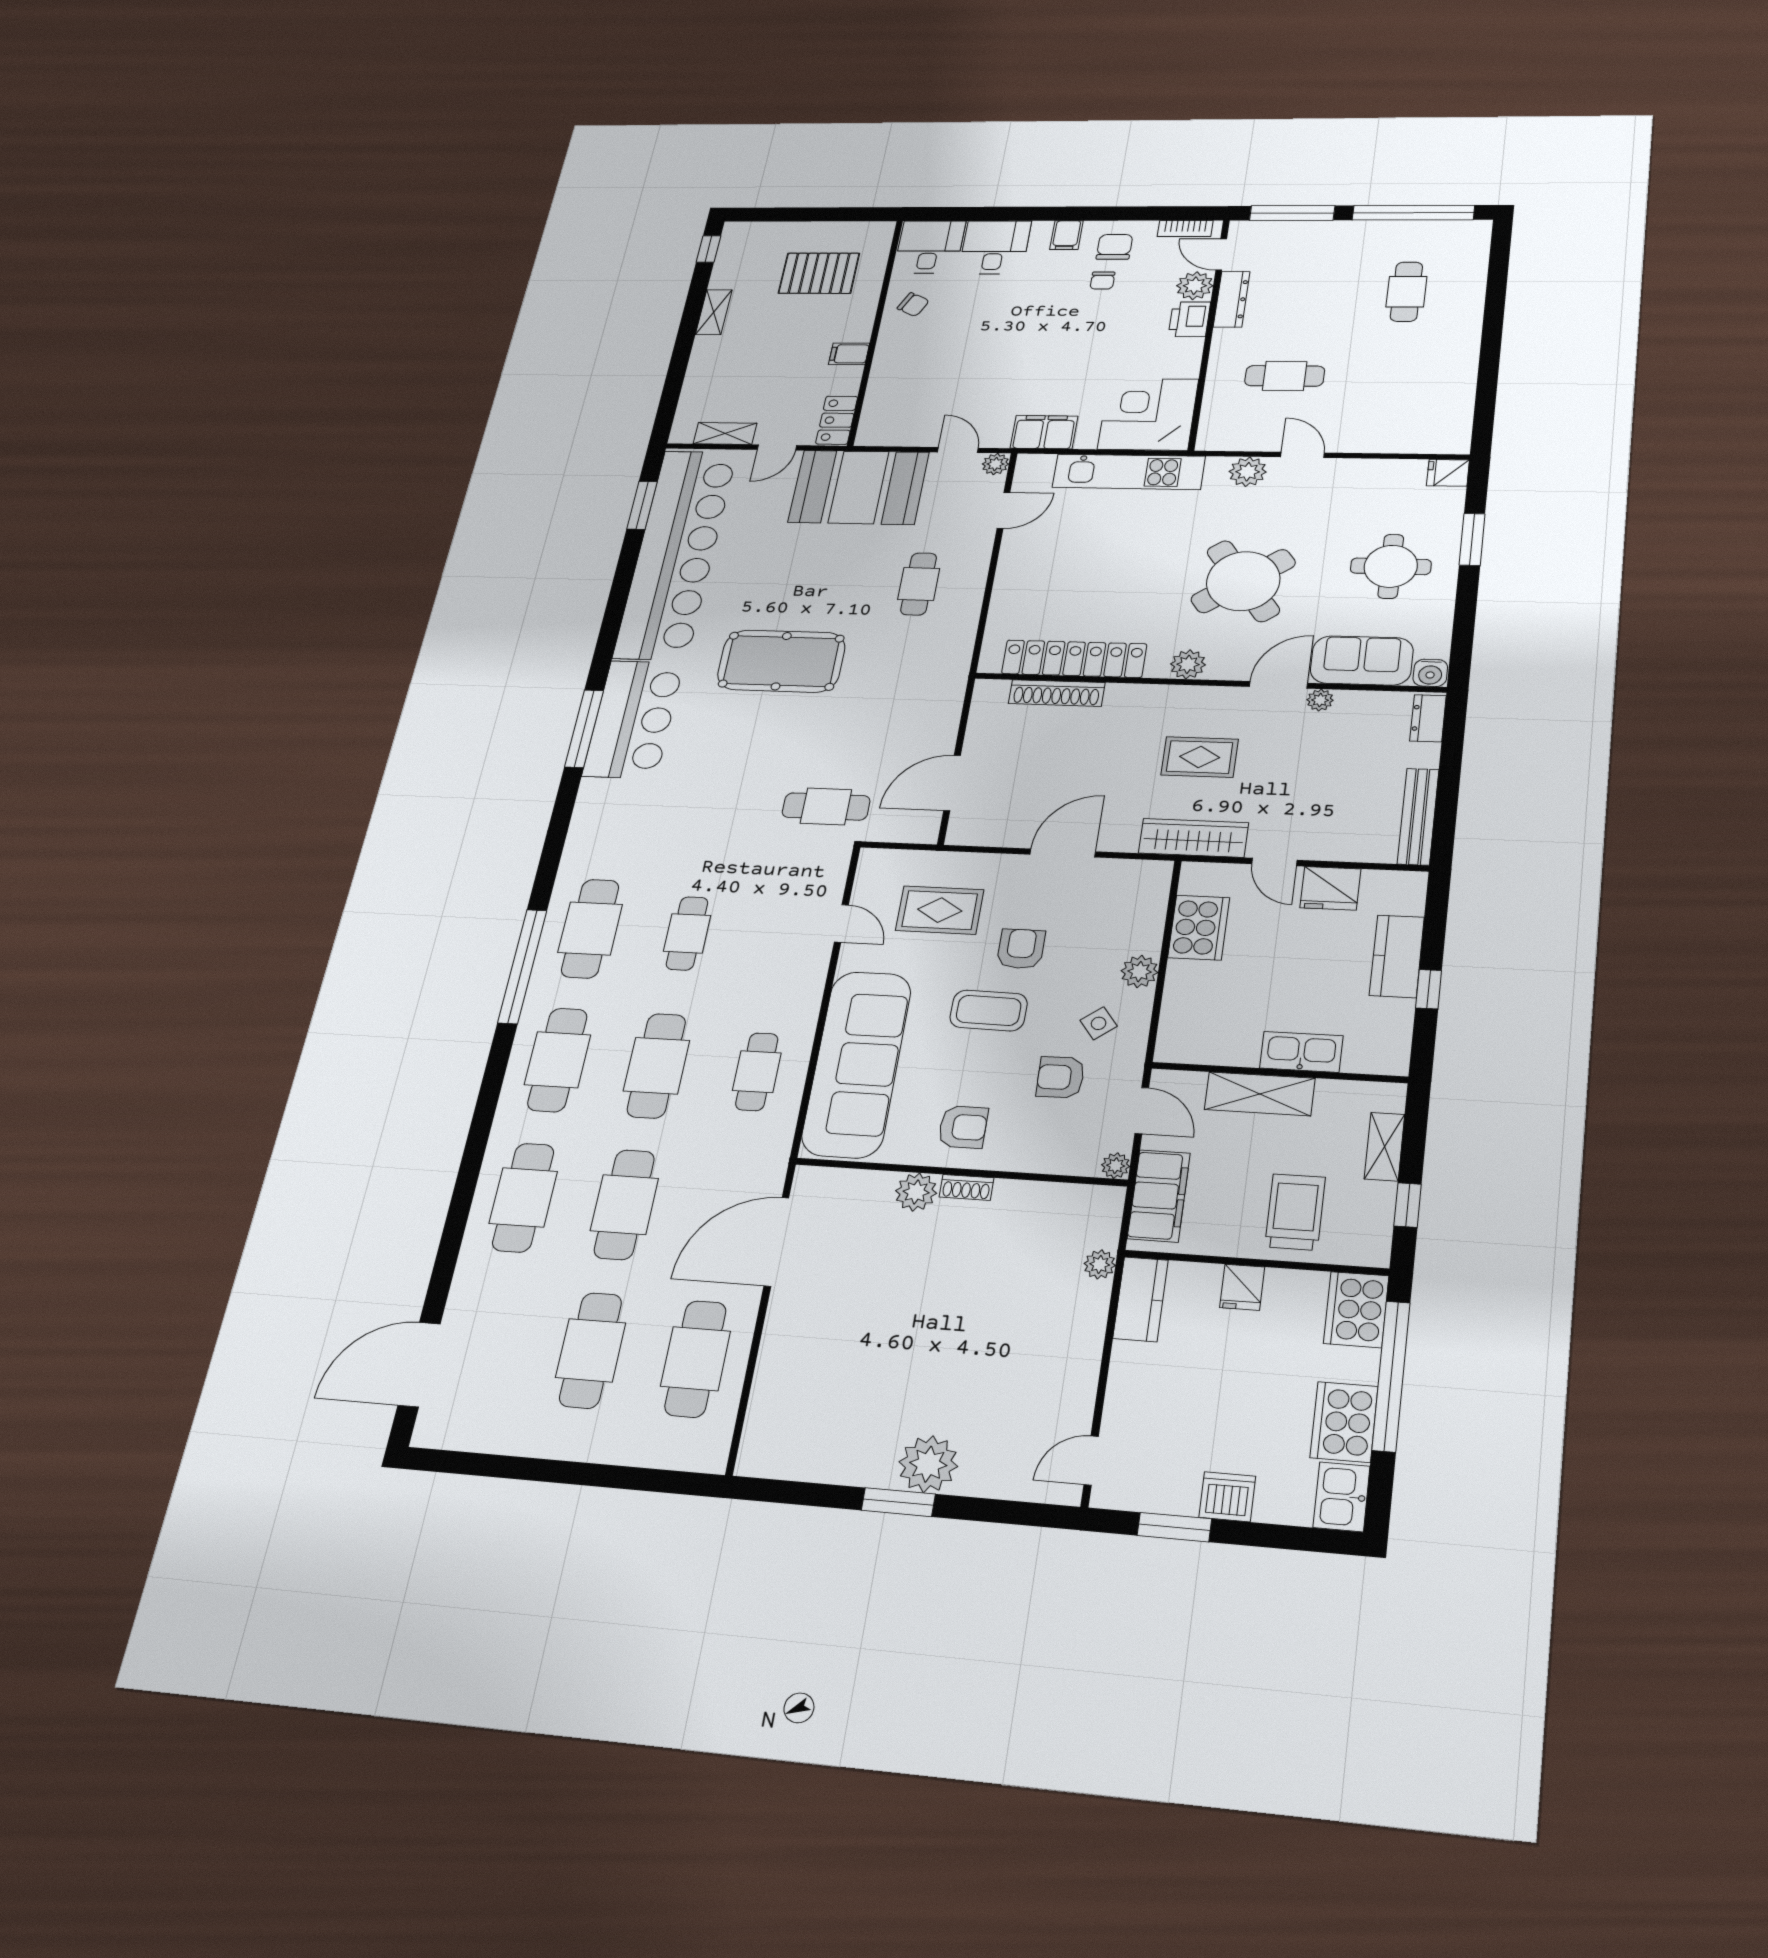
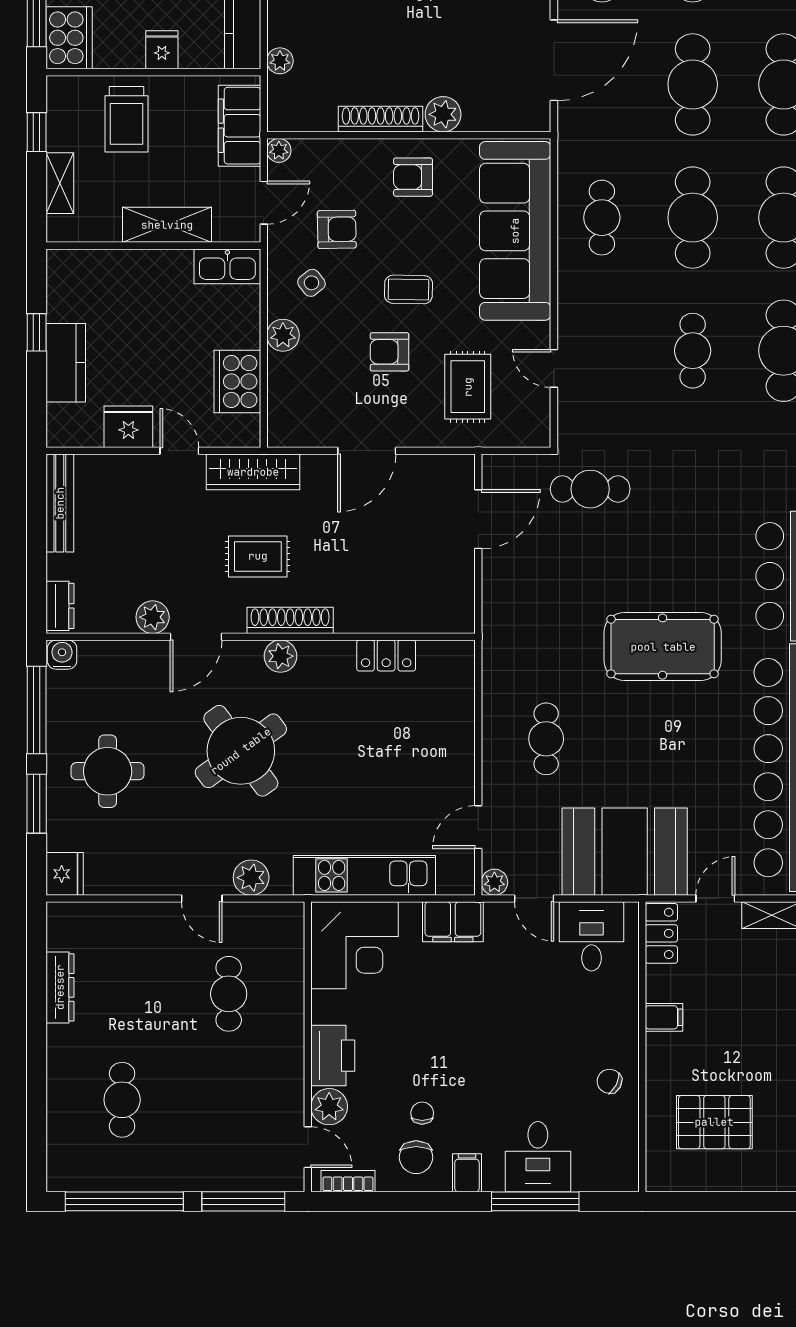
window: (1004, 214) -> (535, 1201), added
desk: (930, 247) -> (591, 936), moved, turned 180
dresser: (1232, 299) -> (60, 987), moved, turned 180
printer: (1189, 319) -> (333, 1056), width x1.37, depth x1.19
cafe table: (1285, 376) -> (229, 994), turned 90
fridge: (1448, 473) -> (65, 874), width x1.38
window: (1464, 623) -> (37, 710), added
locker: (1074, 659) -> (386, 656), width x0.46, depth x0.83
sofa: (1362, 660) -> (124, 666), removed
shoe rack: (1057, 693) -> (290, 620), moved
plant: (1320, 700) -> (153, 617), width x1.38, depth x1.38
rug: (940, 910) -> (468, 387), turned 90
armchair: (1021, 949) -> (390, 352), turned 90
coffee table: (989, 1010) -> (408, 289), width x0.73, depth x0.77
kitchen sink: (1301, 1052) -> (227, 266), moved
door: (1142, 1111) -> (264, 203), swing flipped
shoe rack: (967, 1187) -> (381, 119), width x1.94, depth x1.24

